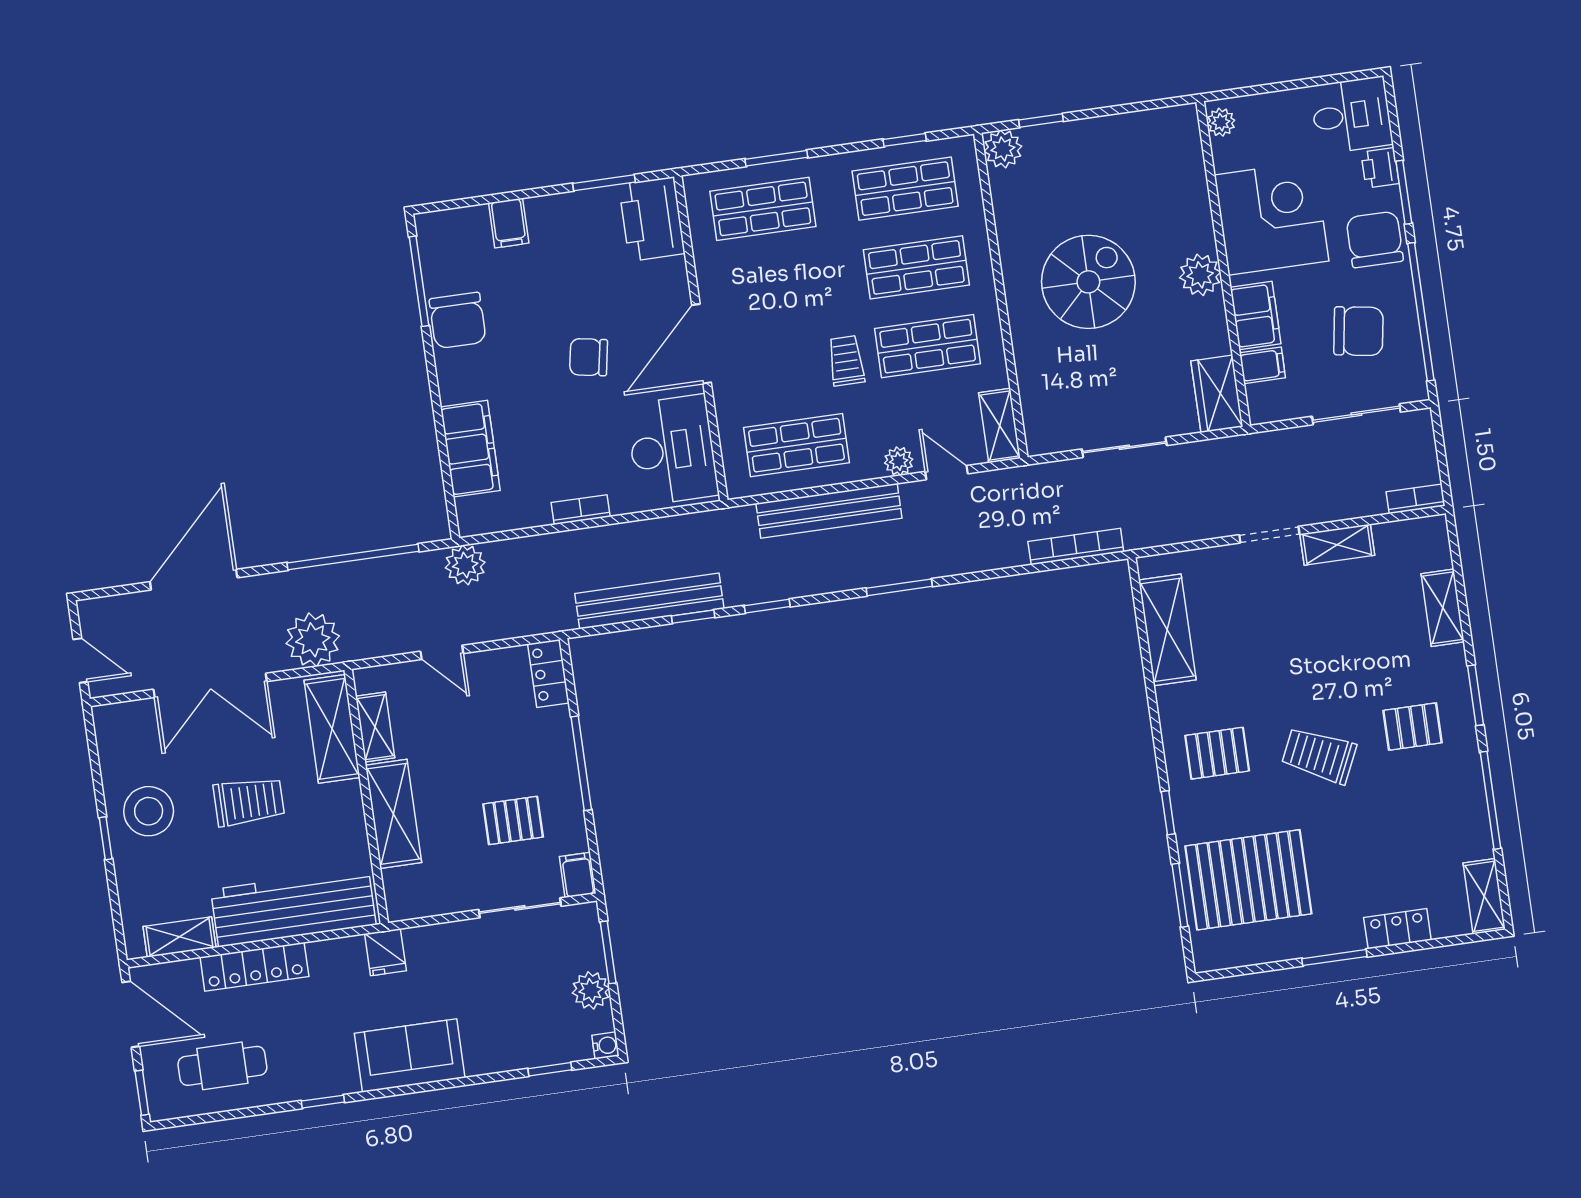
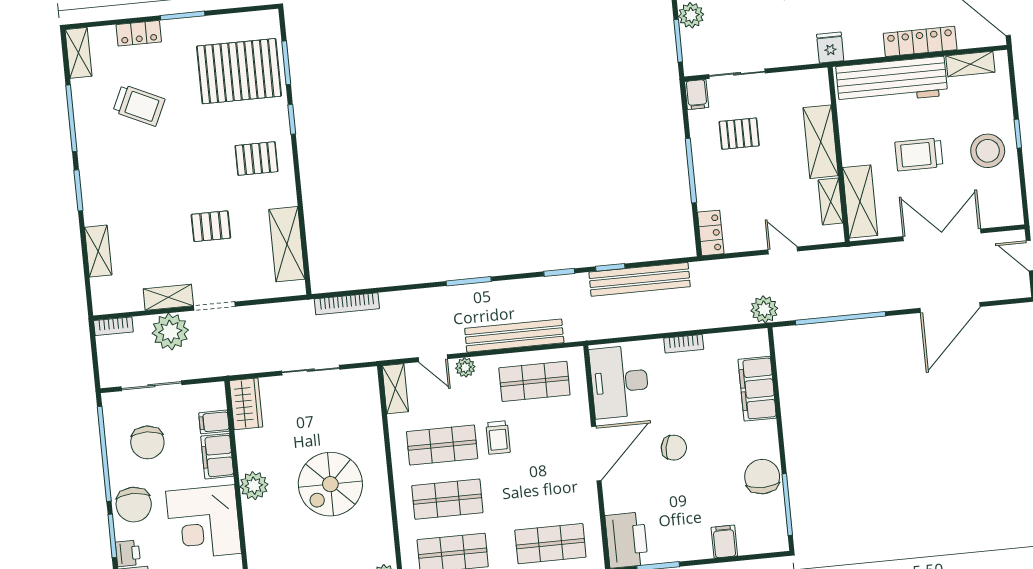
chair: (1358, 331) -> (147, 442), turned -97
plant: (313, 640) -> (170, 332), moved
pallet: (1412, 727) -> (211, 226), moved
trolley: (1319, 755) -> (139, 105), moved

